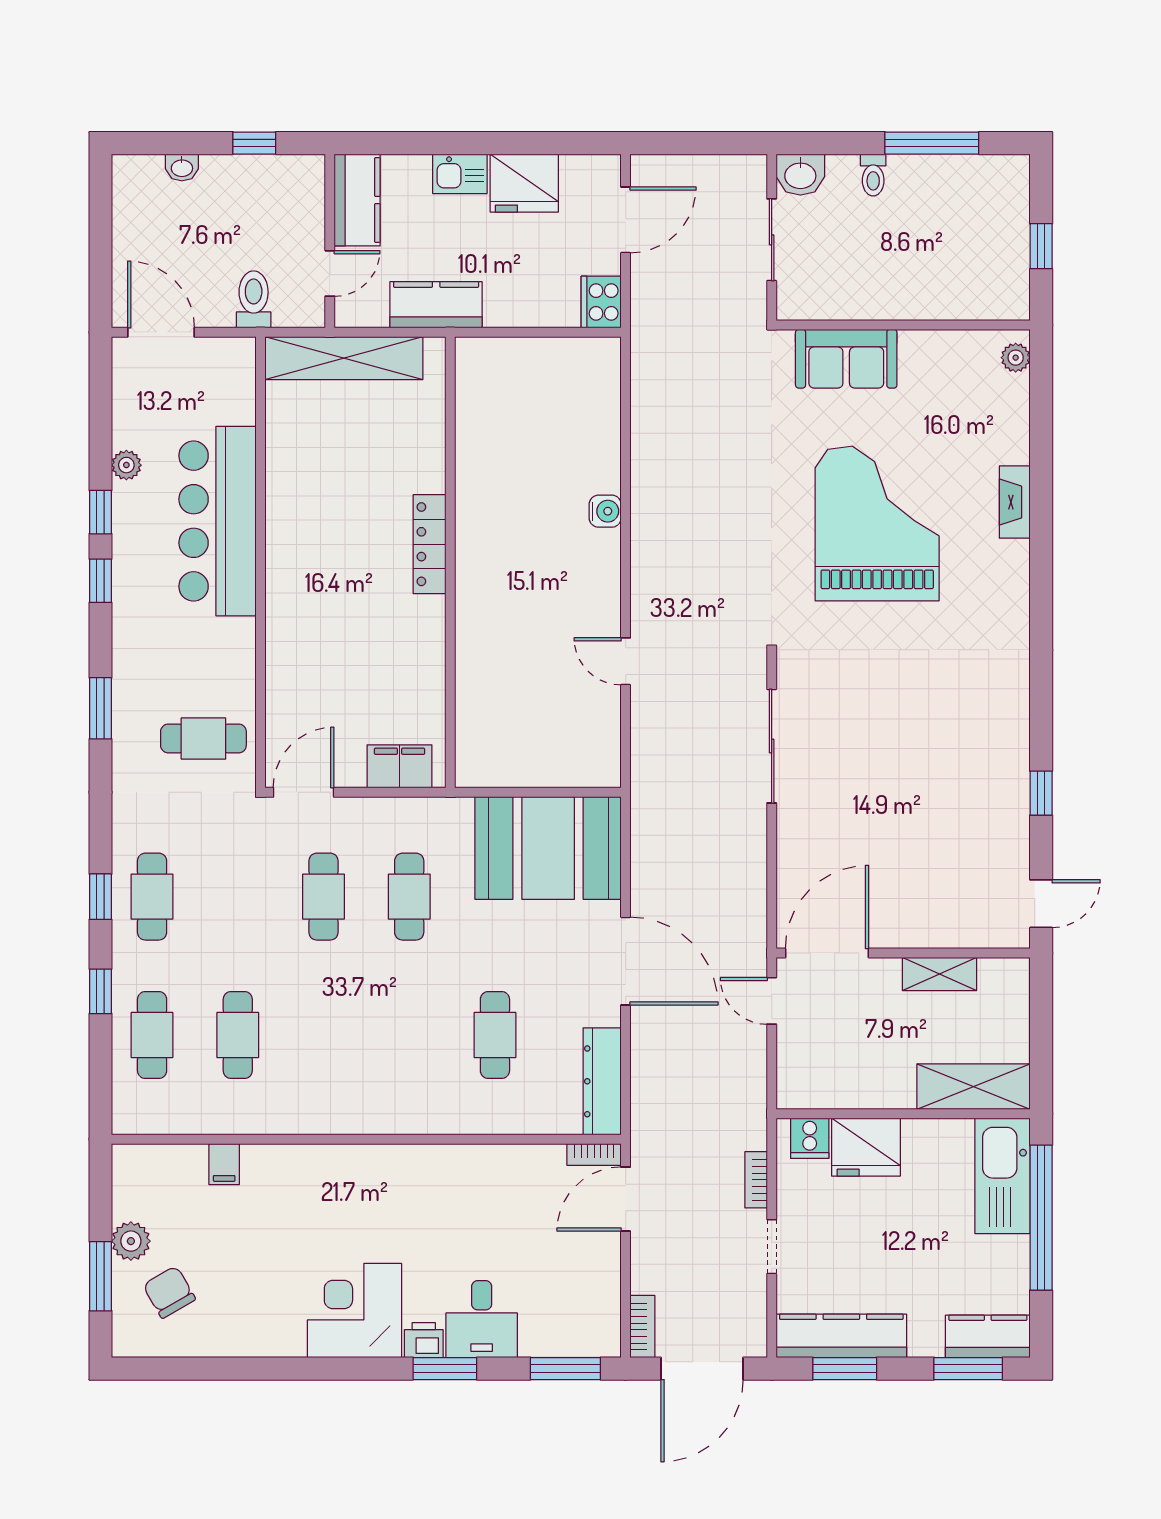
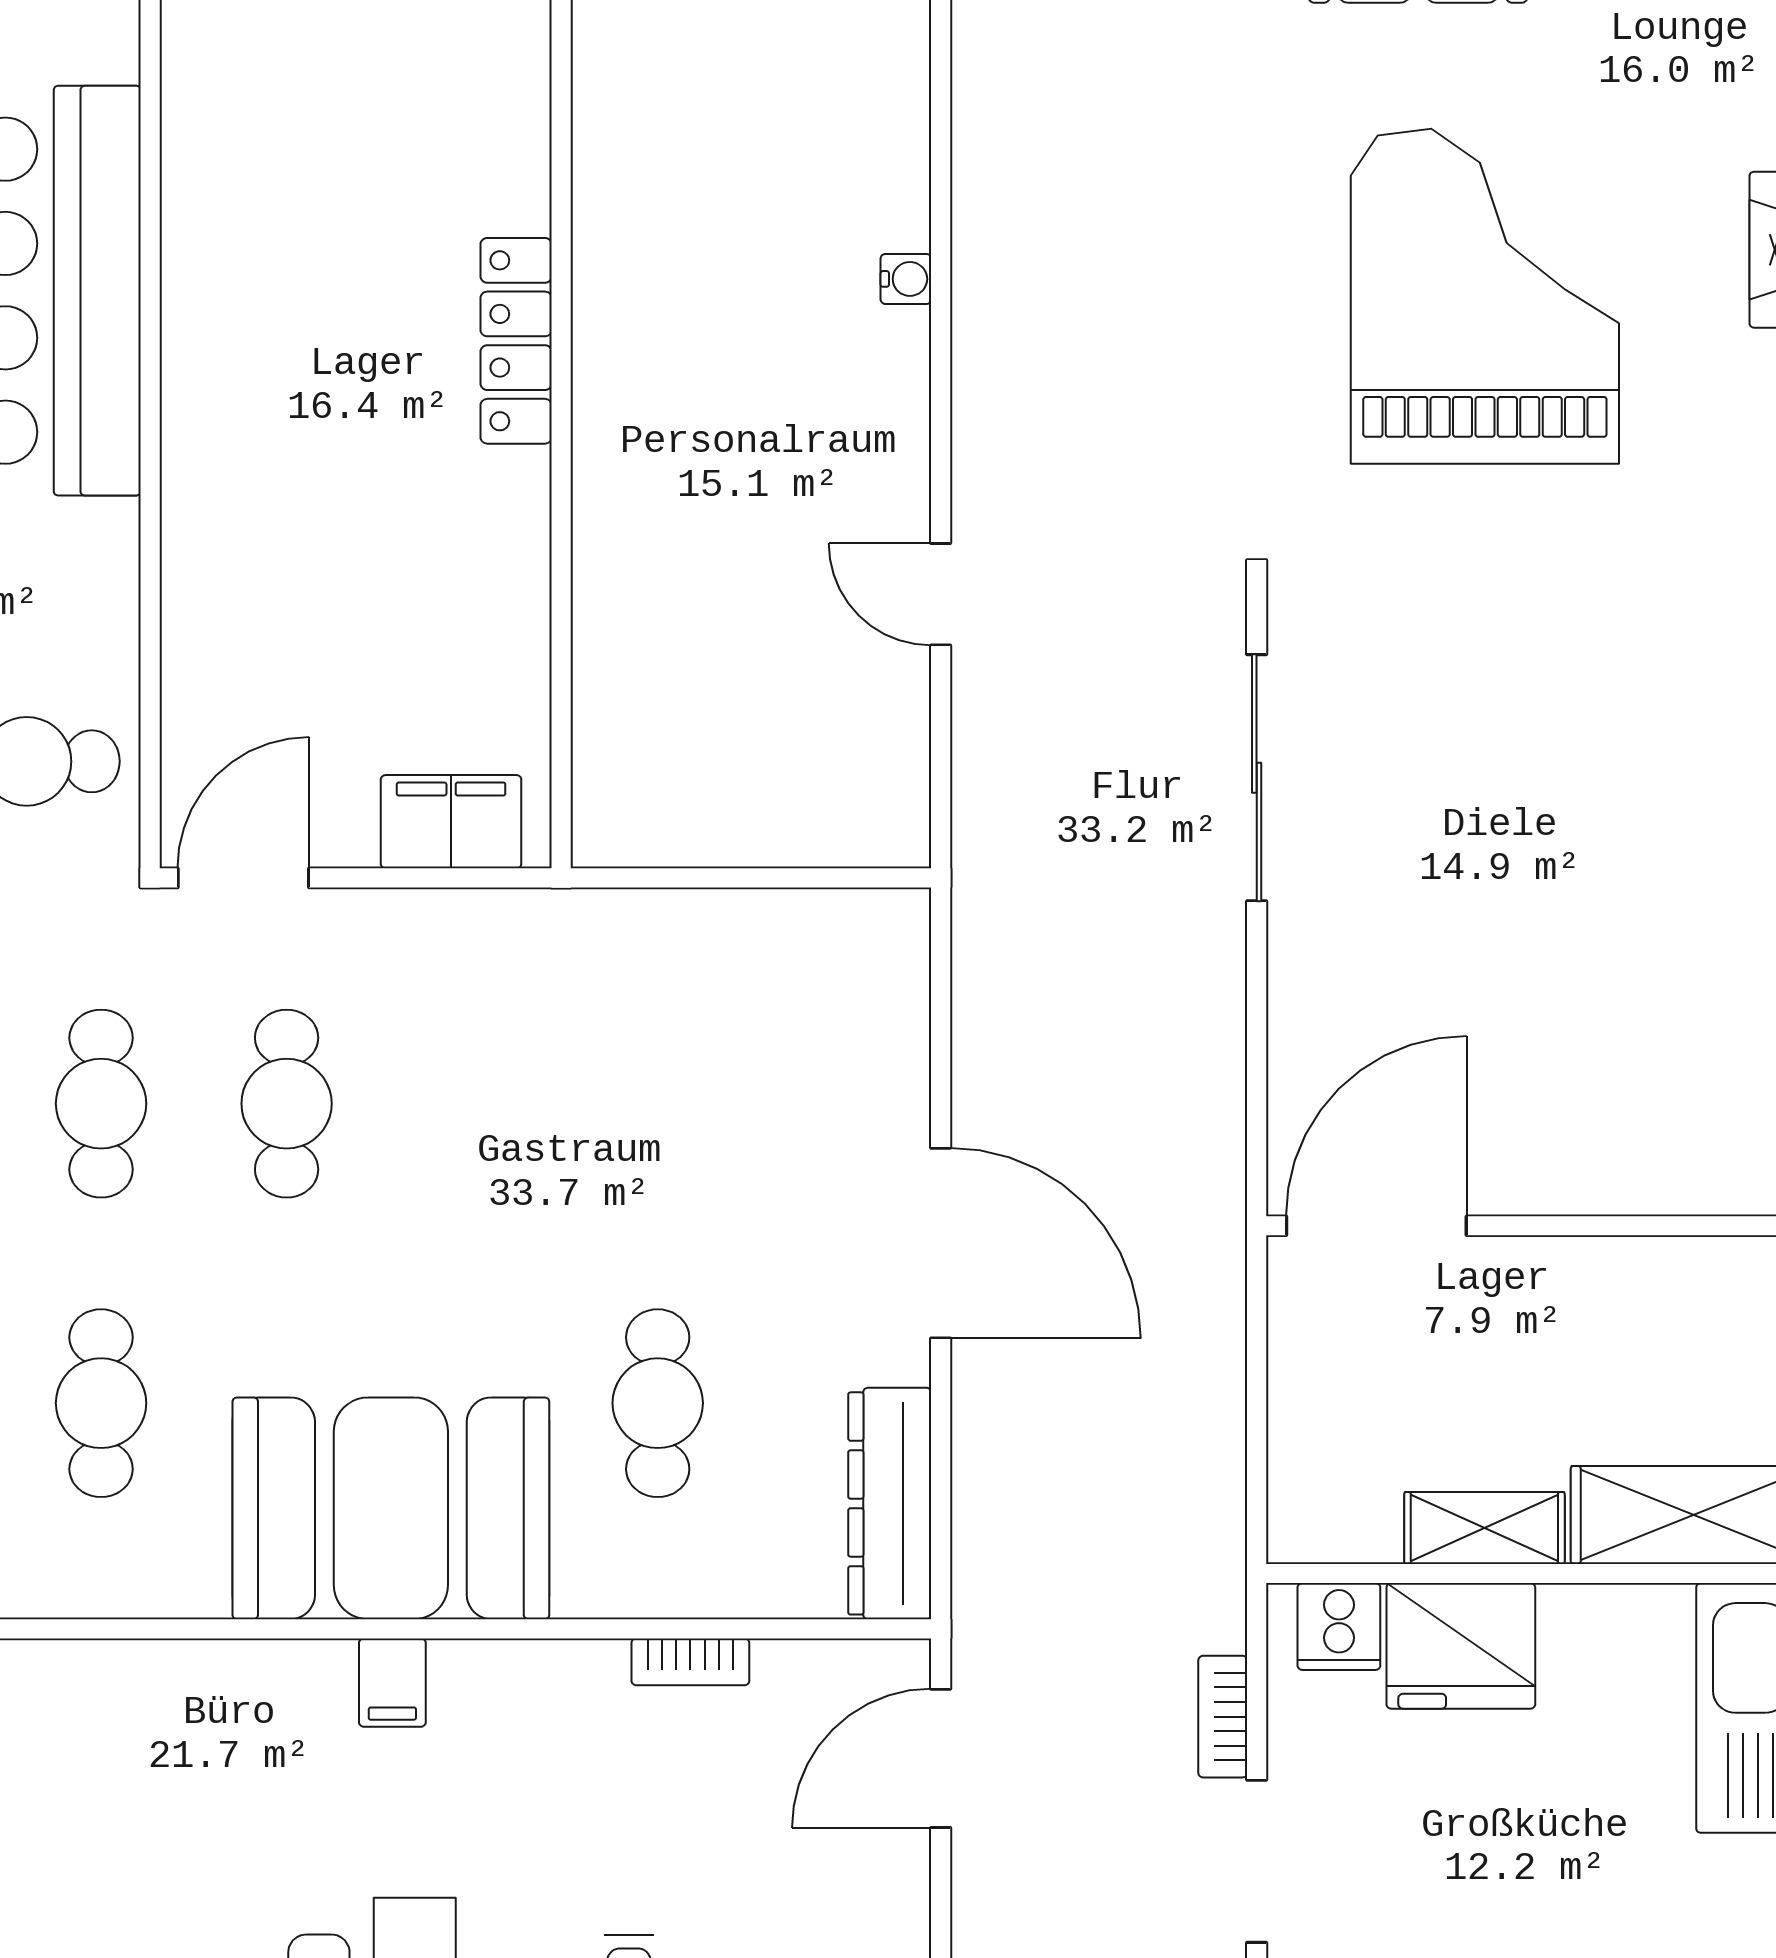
water cooler: (605, 511) -> (906, 279), width x0.72, depth x0.72
booth: (548, 848) -> (391, 1508), moved
cafe table: (409, 897) -> (101, 1104), moved
shelving: (940, 974) -> (1484, 1528), moved
door: (772, 1001) -> (1257, 1329), removed
bookcase: (594, 1154) -> (690, 1662), moved
filing cabinet: (224, 1164) -> (392, 1683), moved
doorway: (772, 1247) -> (1257, 1861), width x1.38

